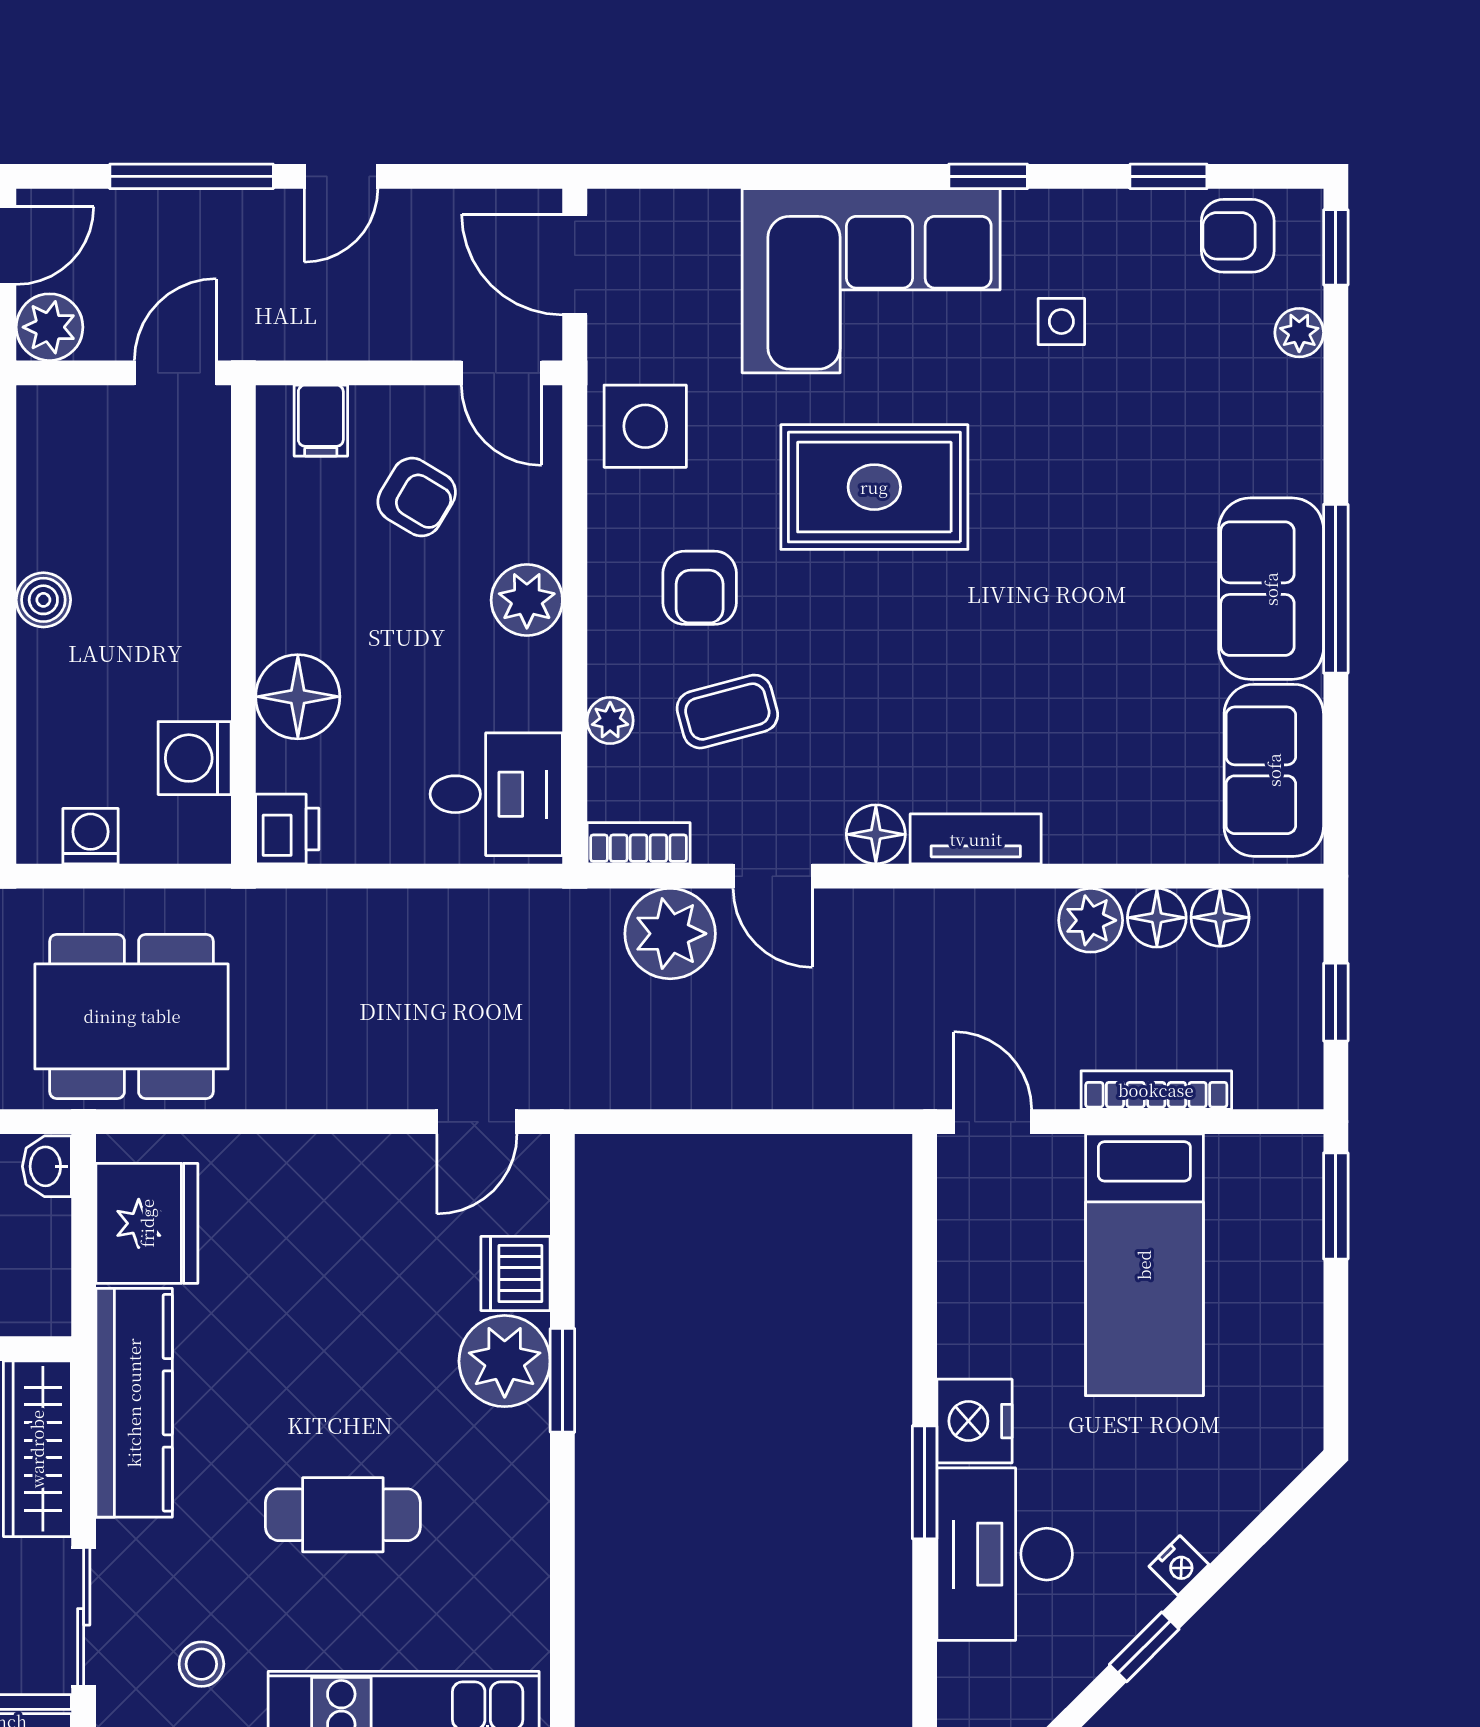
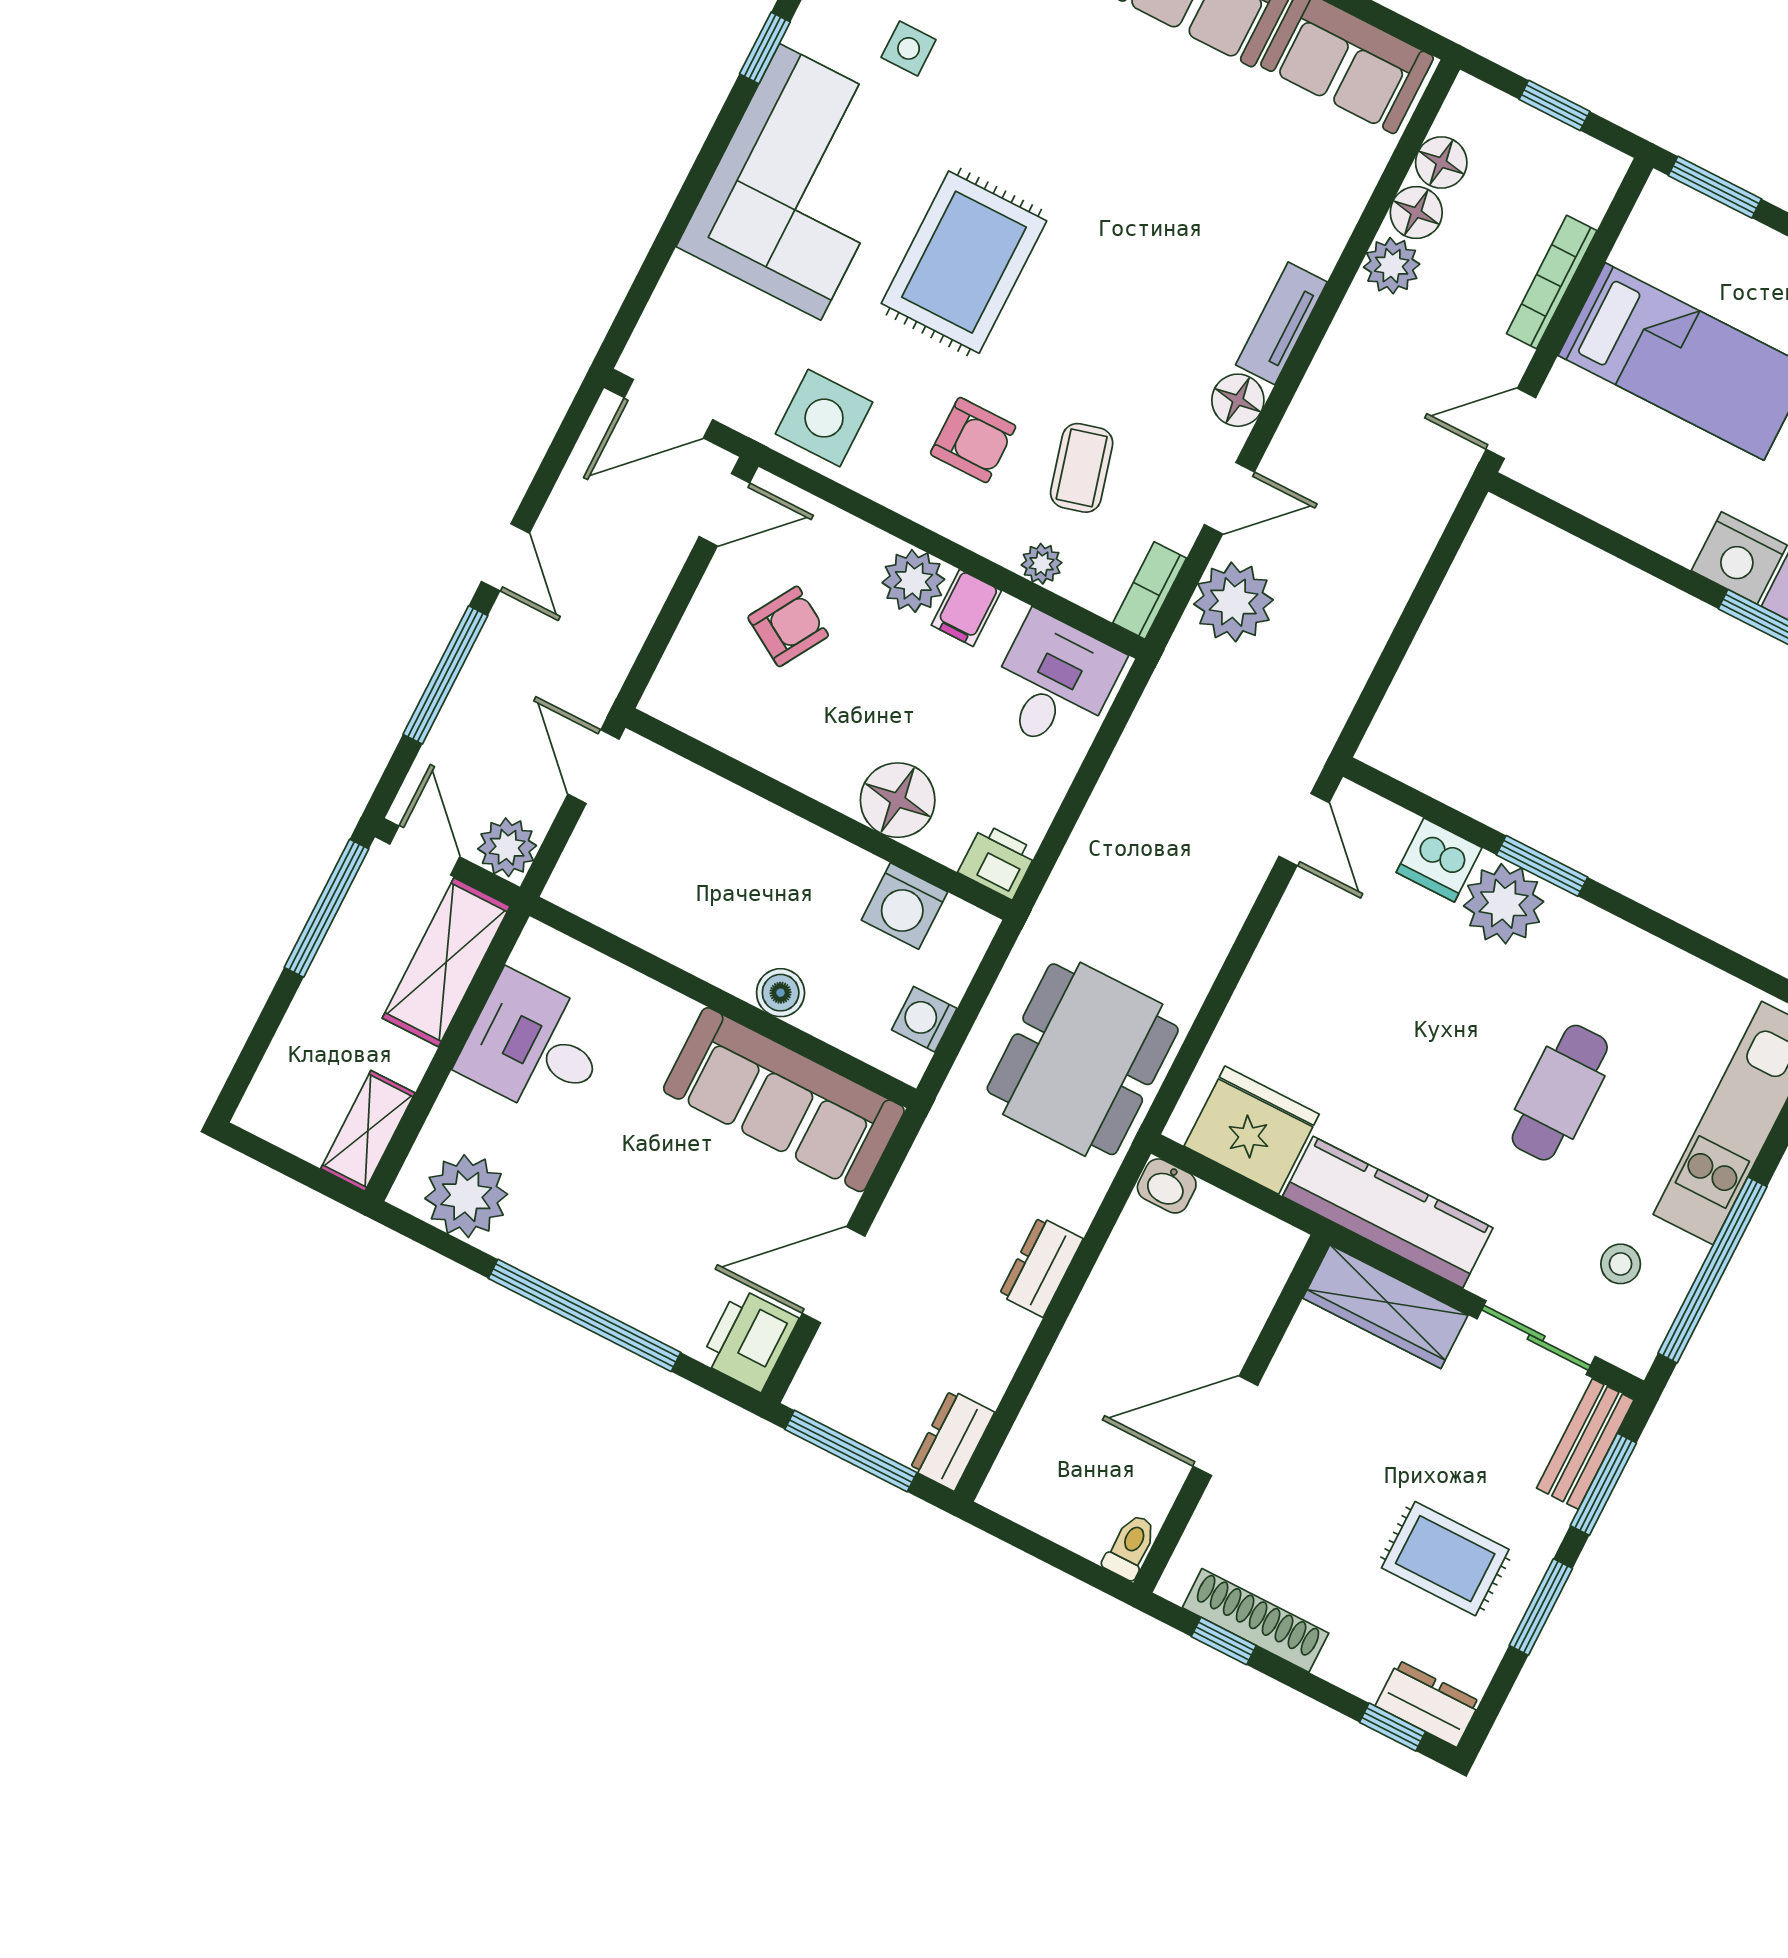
filing cabinet: (321, 421) -> (966, 608), moved, turned 90
boiler: (43, 600) -> (781, 993), moved

